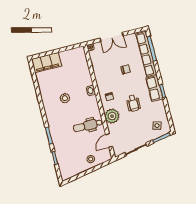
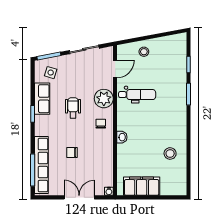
filing cabinet: (46, 63) -> (142, 186), moved
row of seats: (154, 88) -> (42, 99), moved
stool: (65, 98) -> (170, 153), moved

